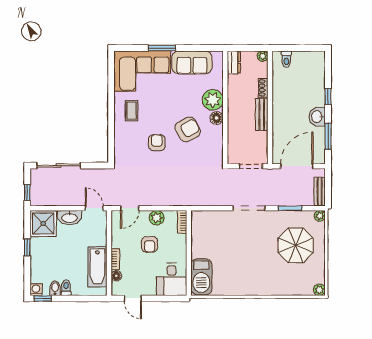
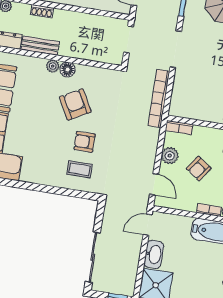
plant: (213, 100) -> (53, 66), width x0.53, depth x0.53
coffee table: (131, 111) -> (79, 169), moved
bench: (262, 115) -> (40, 46), moved
bookcase: (204, 200) -> (159, 98), added
armchair: (150, 244) -> (199, 168), turned 125

